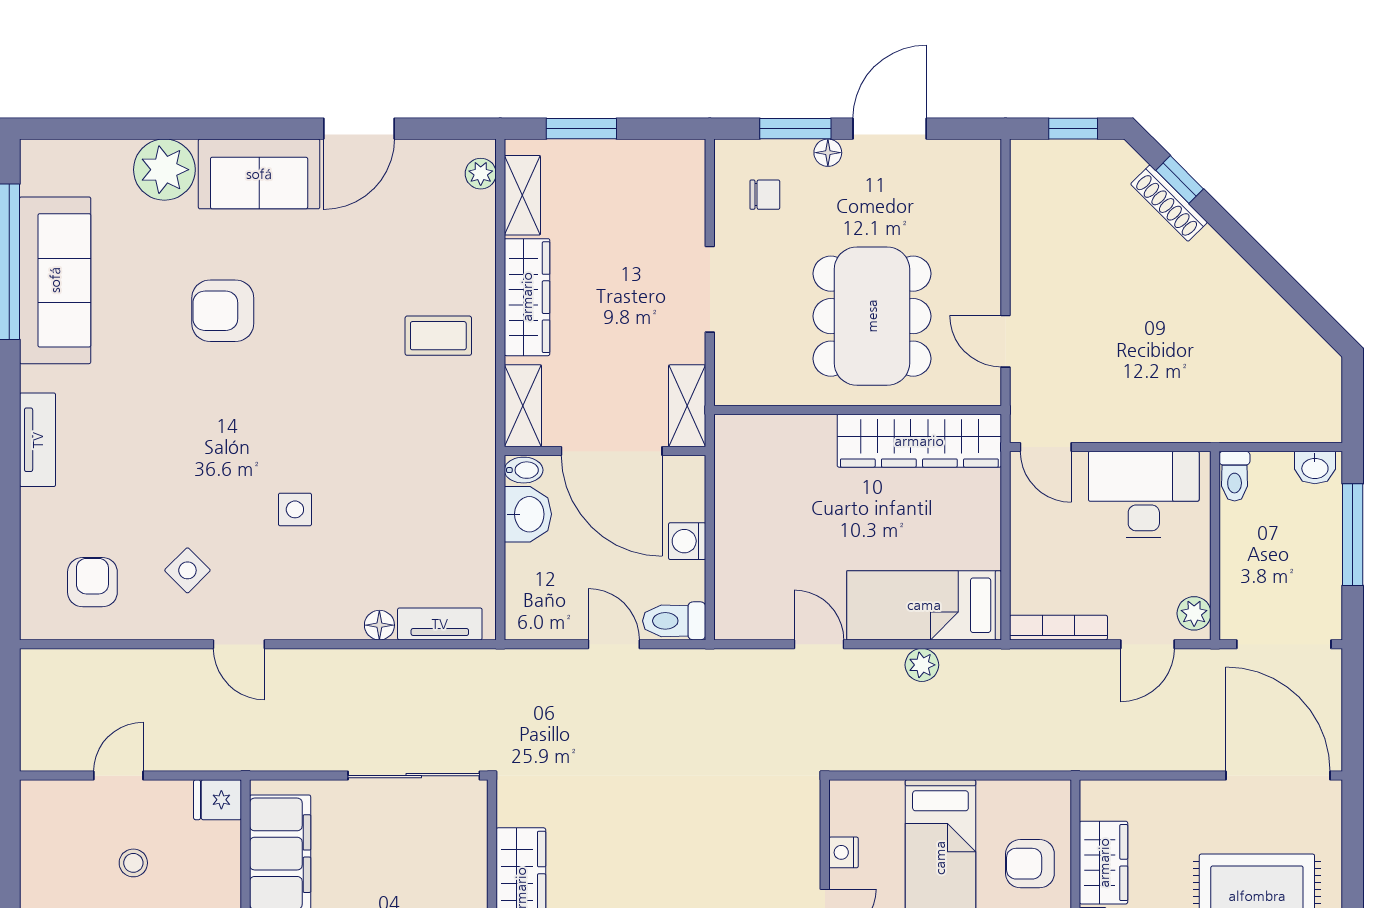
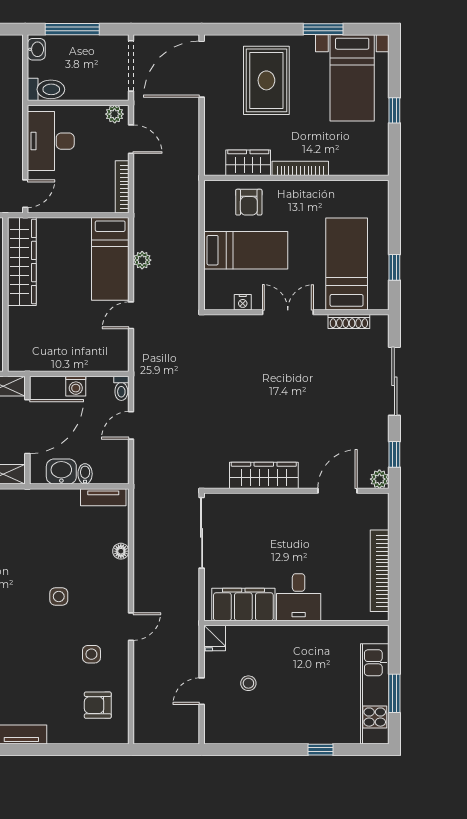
bidet: (524, 470) -> (85, 474), moved
toilet: (1235, 476) -> (46, 89), width x1.37, depth x1.39
side table: (187, 570) -> (91, 654), turned 45
toilet: (674, 621) -> (121, 388), width x0.73, depth x0.72
tv unit: (440, 624) -> (103, 497), moved, turned -90
door: (118, 776) -> (202, 691), hinge flipped

